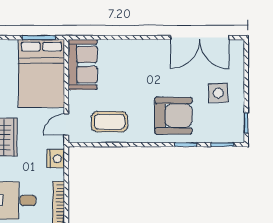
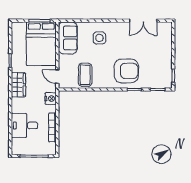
double door: (200, 38) -> (143, 21), width x0.73
side table: (218, 93) -> (99, 38), moved
coffee table: (109, 122) -> (85, 75), turned 90
door: (66, 124) -> (57, 77), hinge flipped

